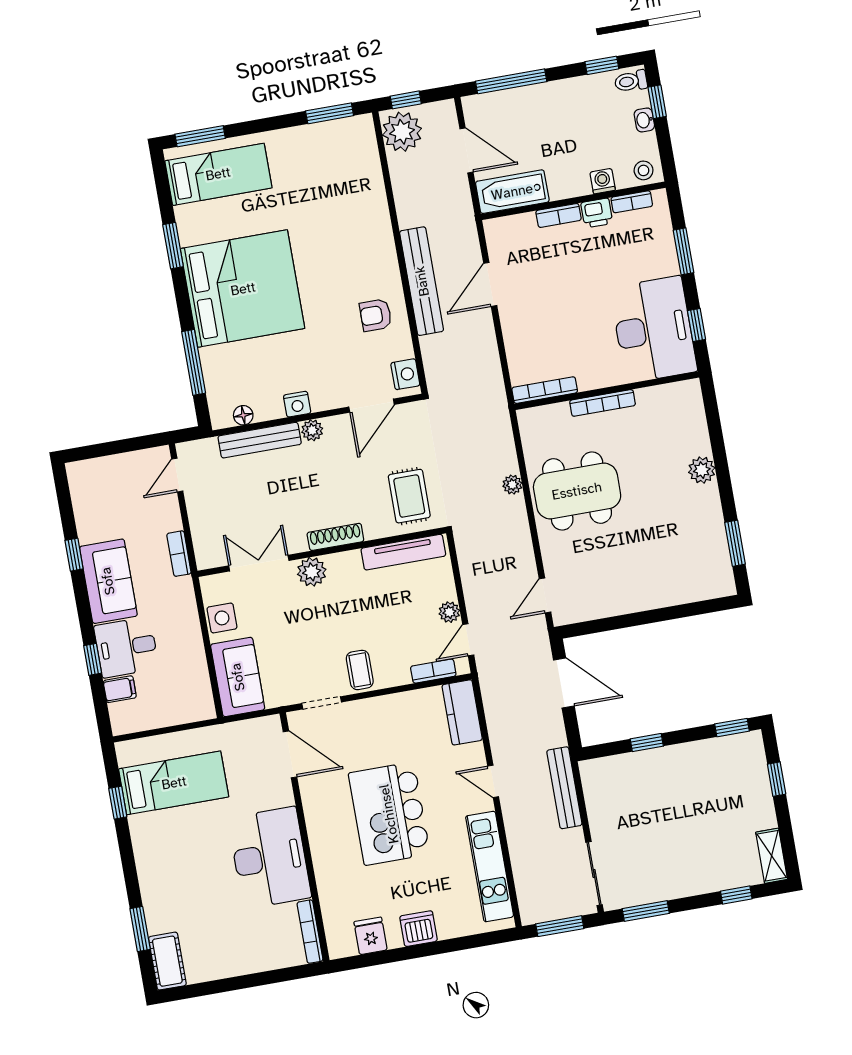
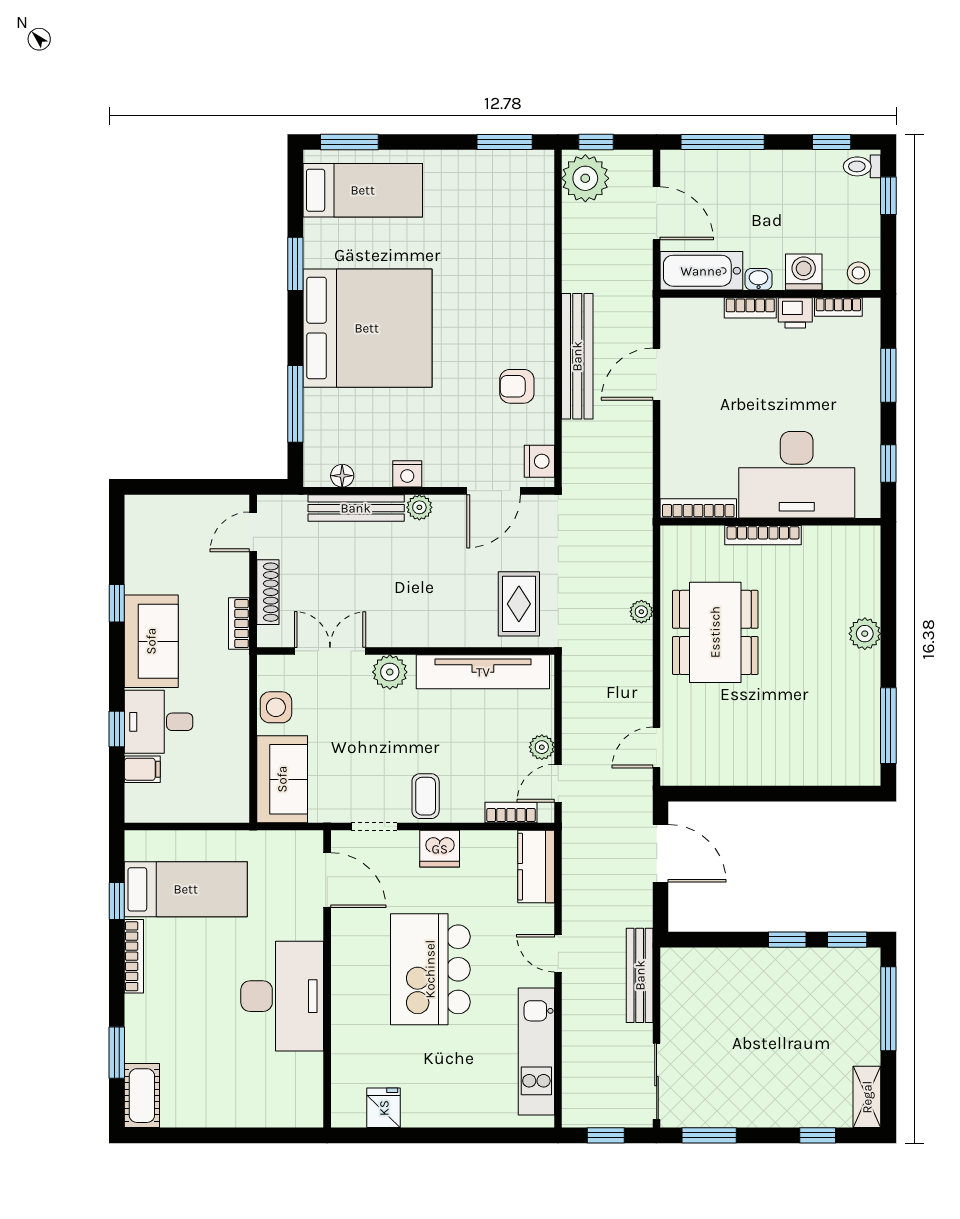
washbasin: (644, 120) -> (759, 279), moved, turned 90
washing machine: (603, 181) -> (804, 272), width x1.38, depth x1.38
desk: (653, 330) -> (797, 475), moved, turned 90
dining table: (577, 491) -> (715, 632), turned 90
shoe rack: (335, 537) -> (268, 592), moved, turned 90
window: (735, 543) -> (888, 726), width x1.44
tv unit: (403, 552) -> (483, 672), width x1.36, depth x1.29
window: (647, 743) -> (787, 940), moved
window: (777, 779) -> (888, 1009), width x2.17
window: (560, 926) -> (606, 1135), width x0.67
dishwasher: (419, 929) -> (440, 849), moved, turned 180
bookcase: (310, 932) -> (134, 956), moved, turned 180

